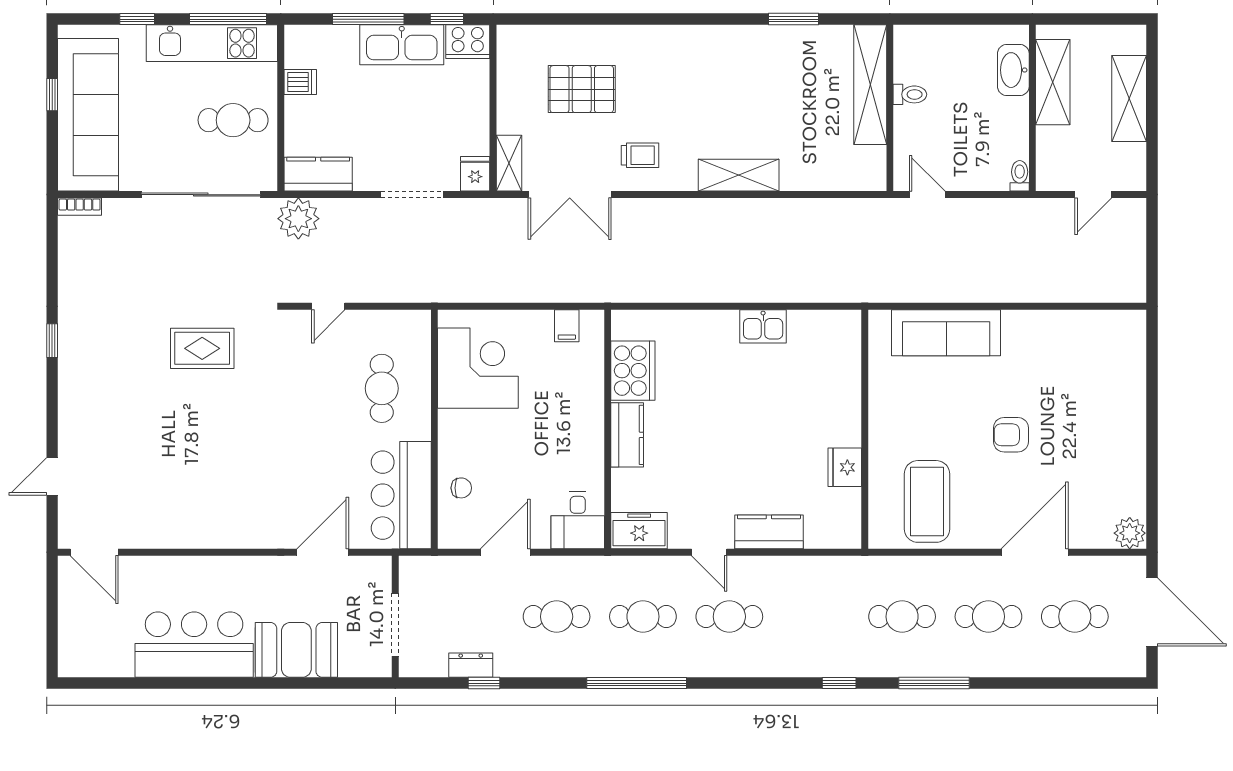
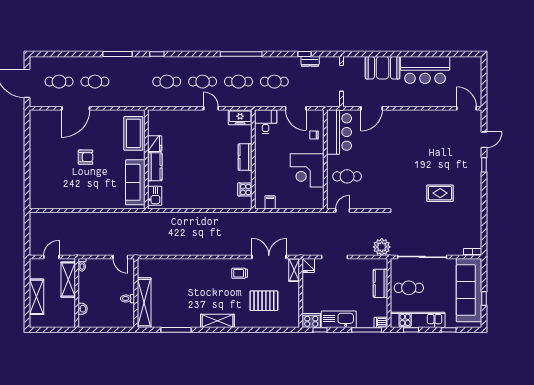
window: (228, 19) -> (411, 330), width x0.46
window: (368, 19) -> (367, 330), moved
window: (794, 19) -> (176, 330), width x1.44
washbasin: (1013, 70) -> (83, 309), width x0.52, depth x0.69
dishwasher: (300, 82) -> (381, 322), moved
shelving: (1053, 82) -> (68, 280), moved
kitchen counter: (318, 174) -> (381, 283), moved, turned 90
shelving: (739, 175) -> (217, 321), moved
door: (328, 306) -> (343, 210), moved
kitchen sink: (763, 326) -> (155, 196), moved, turned 90
sofa: (946, 333) -> (135, 182), moved, turned -90
window: (52, 341) -> (484, 165), moved
rug: (202, 348) -> (440, 193), moved
corner desk: (478, 368) -> (307, 170), moved
cooker: (633, 371) -> (245, 190), width x0.53, depth x0.76
cafe table: (382, 388) -> (347, 176), turned 90
coffee table: (927, 501) -> (133, 133), moved
kitchen counter: (769, 532) -> (155, 167), moved, turned -90
plant: (1130, 533) -> (36, 116), removed
door: (505, 552) -> (296, 108), hinge flipped
cafe table: (902, 617) -> (167, 82), moved

